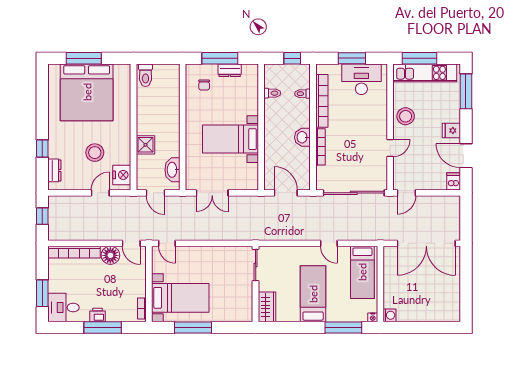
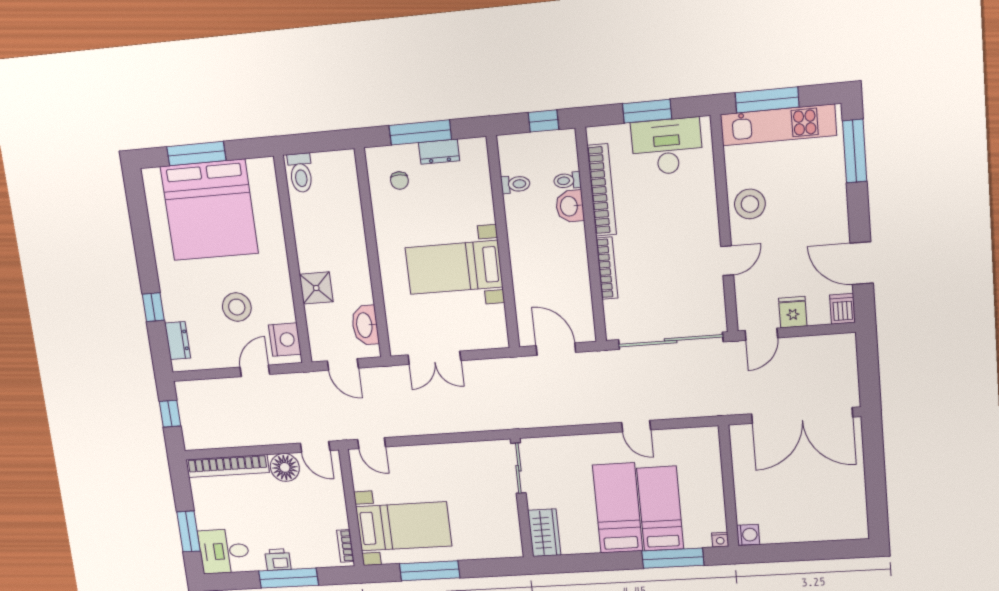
fridge: (451, 130) -> (793, 312), moved, turned 90
washbasin: (302, 137) -> (570, 206), moved
bed: (362, 272) -> (660, 509), moved, turned 180

